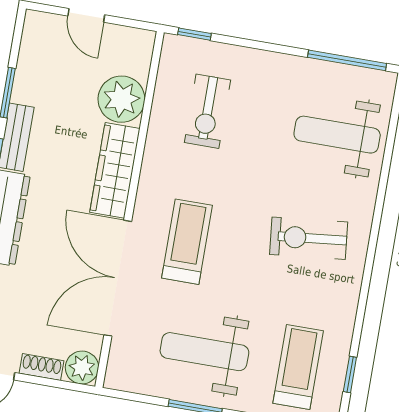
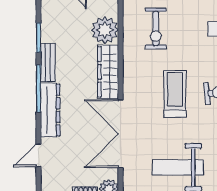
treadmill: (187, 242) -> (175, 94), moved

